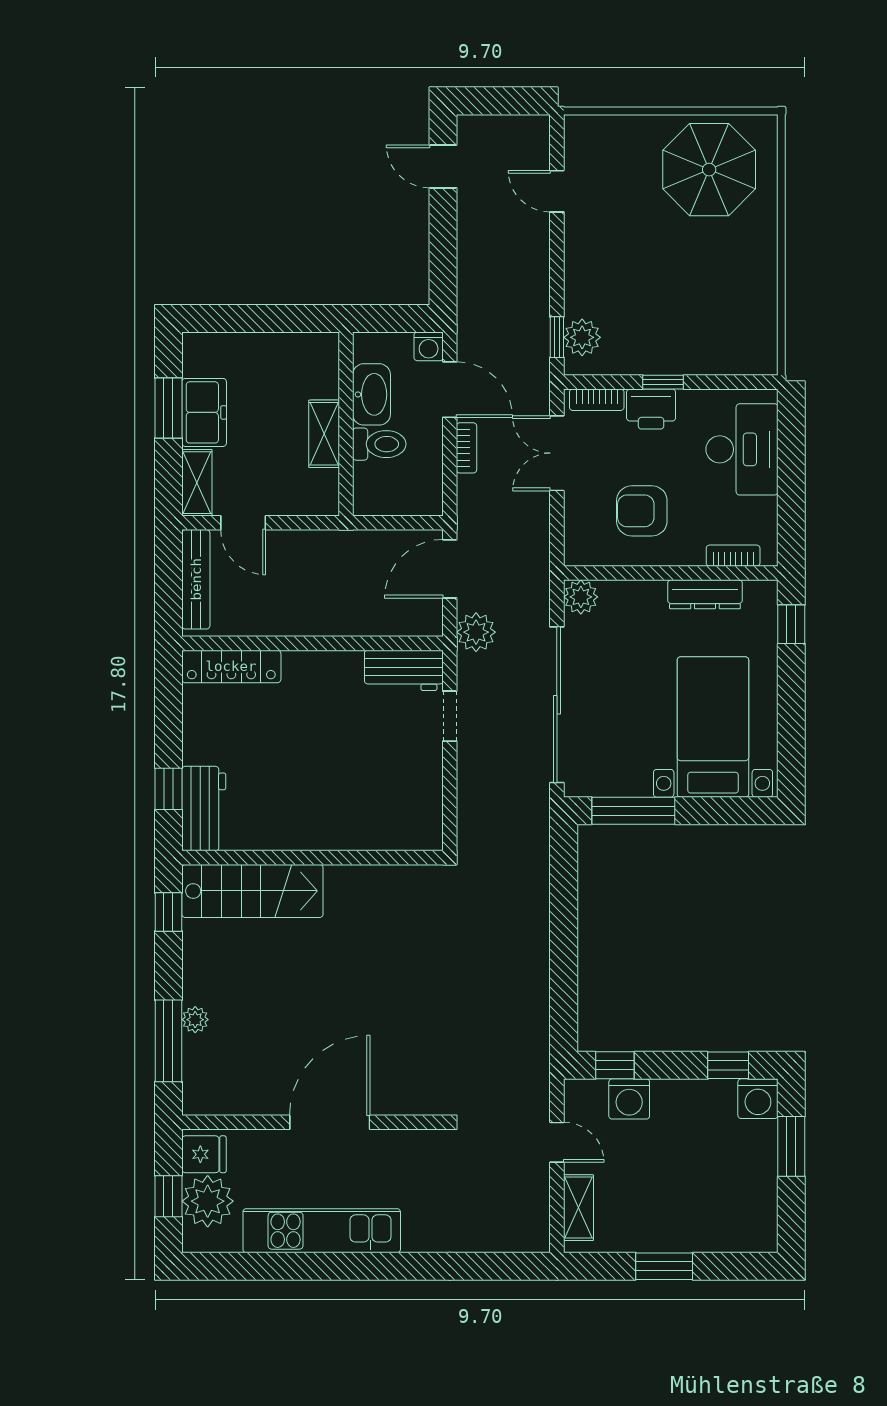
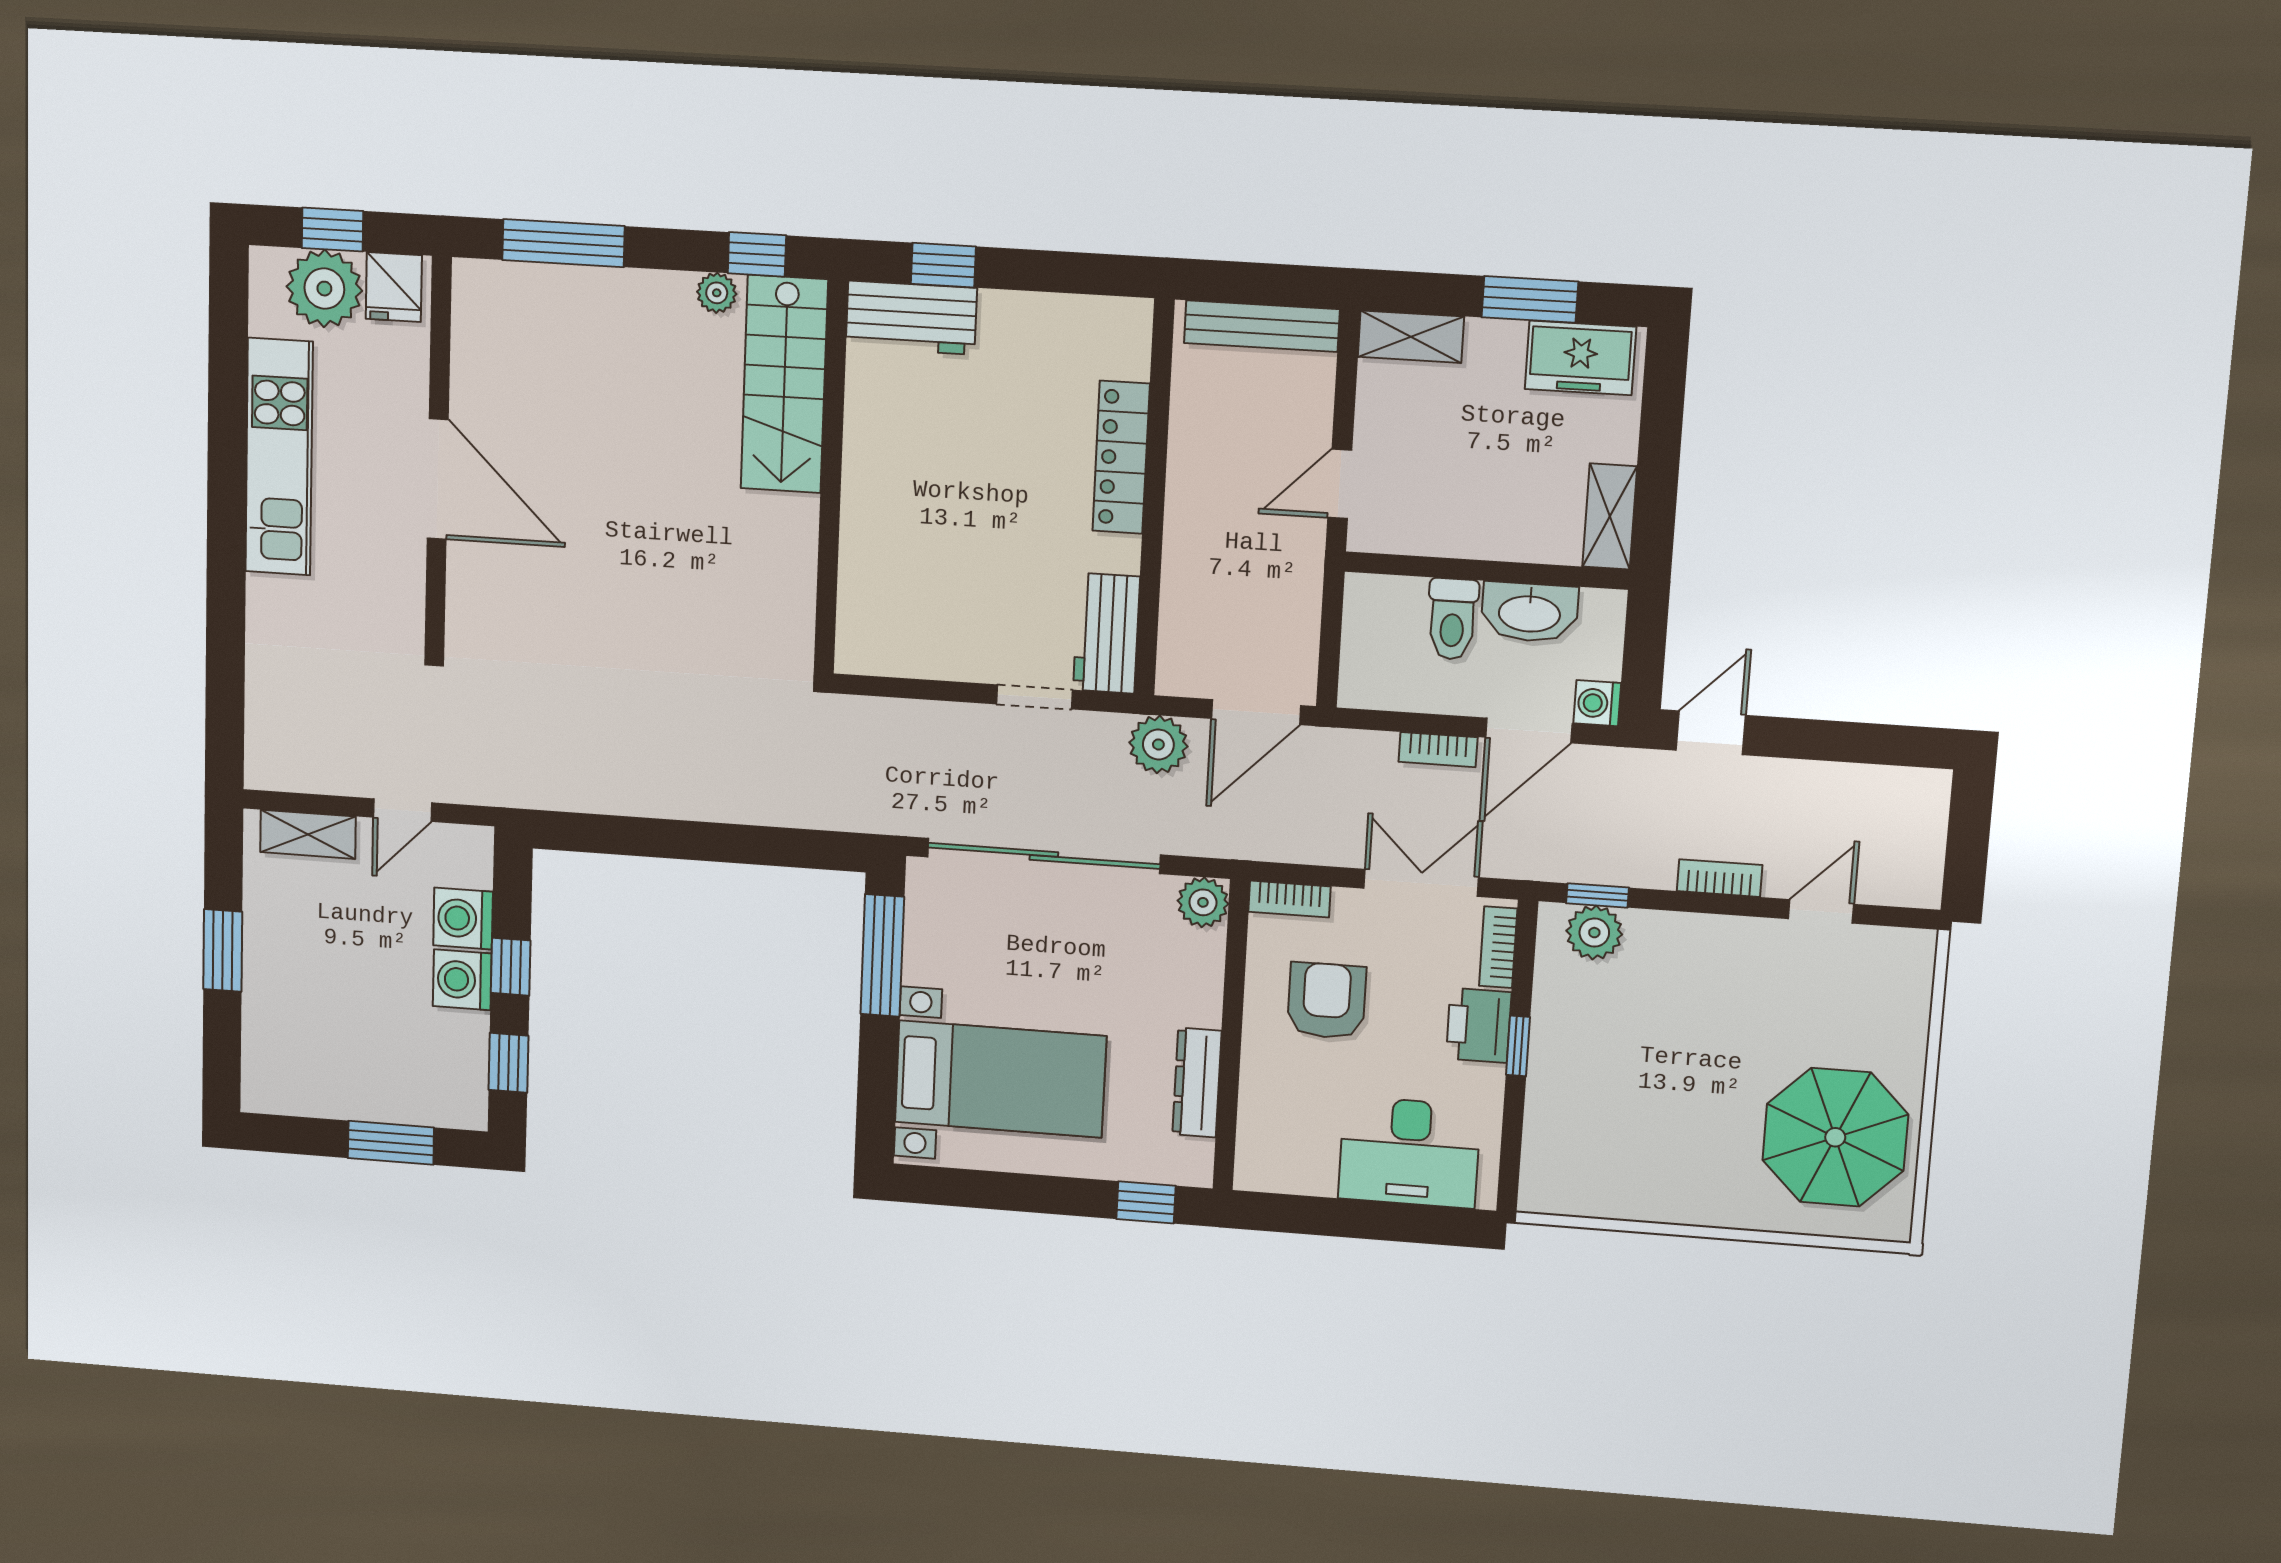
door: (443, 166) -> (1711, 733), moved
bookcase: (539, 259) -> (1720, 878), added
freezer: (204, 412) -> (1580, 358), moved
shelving: (324, 434) -> (1610, 516), moved, turned 90
door: (243, 523) -> (1340, 484), moved
bookcase: (733, 556) -> (1289, 899), moved, turned 90
door: (450, 569) -> (1256, 712), swing flipped
locker: (231, 666) -> (1121, 457), moved
plant: (195, 1020) -> (717, 293), moved
window: (615, 1065) -> (511, 967), moved
washing machine: (758, 1099) -> (462, 980), moved

